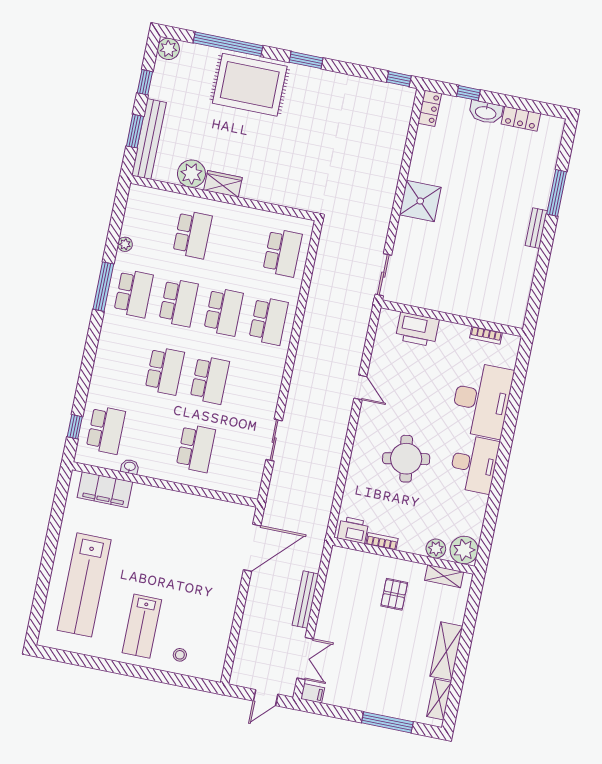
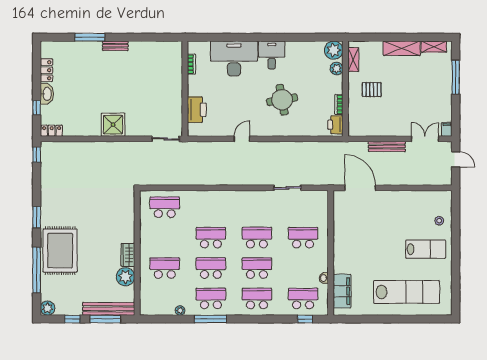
window: (135, 131) -> (105, 319), width x1.44
school desk: (269, 321) -> (257, 298), moved
desk: (474, 464) -> (272, 55), width x0.73

